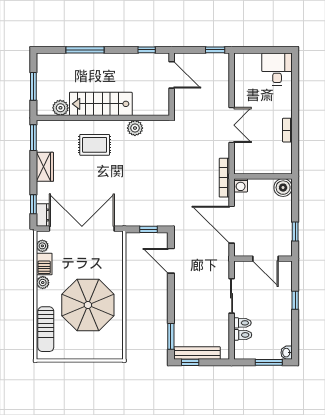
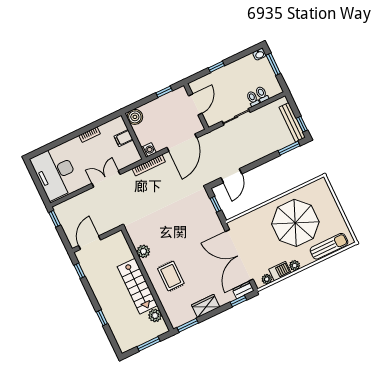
window: (85, 50) -> (102, 318), width x0.46
desk: (277, 69) -> (55, 173), width x1.87, depth x1.30
filing cabinet: (266, 165) -> (124, 138), added

